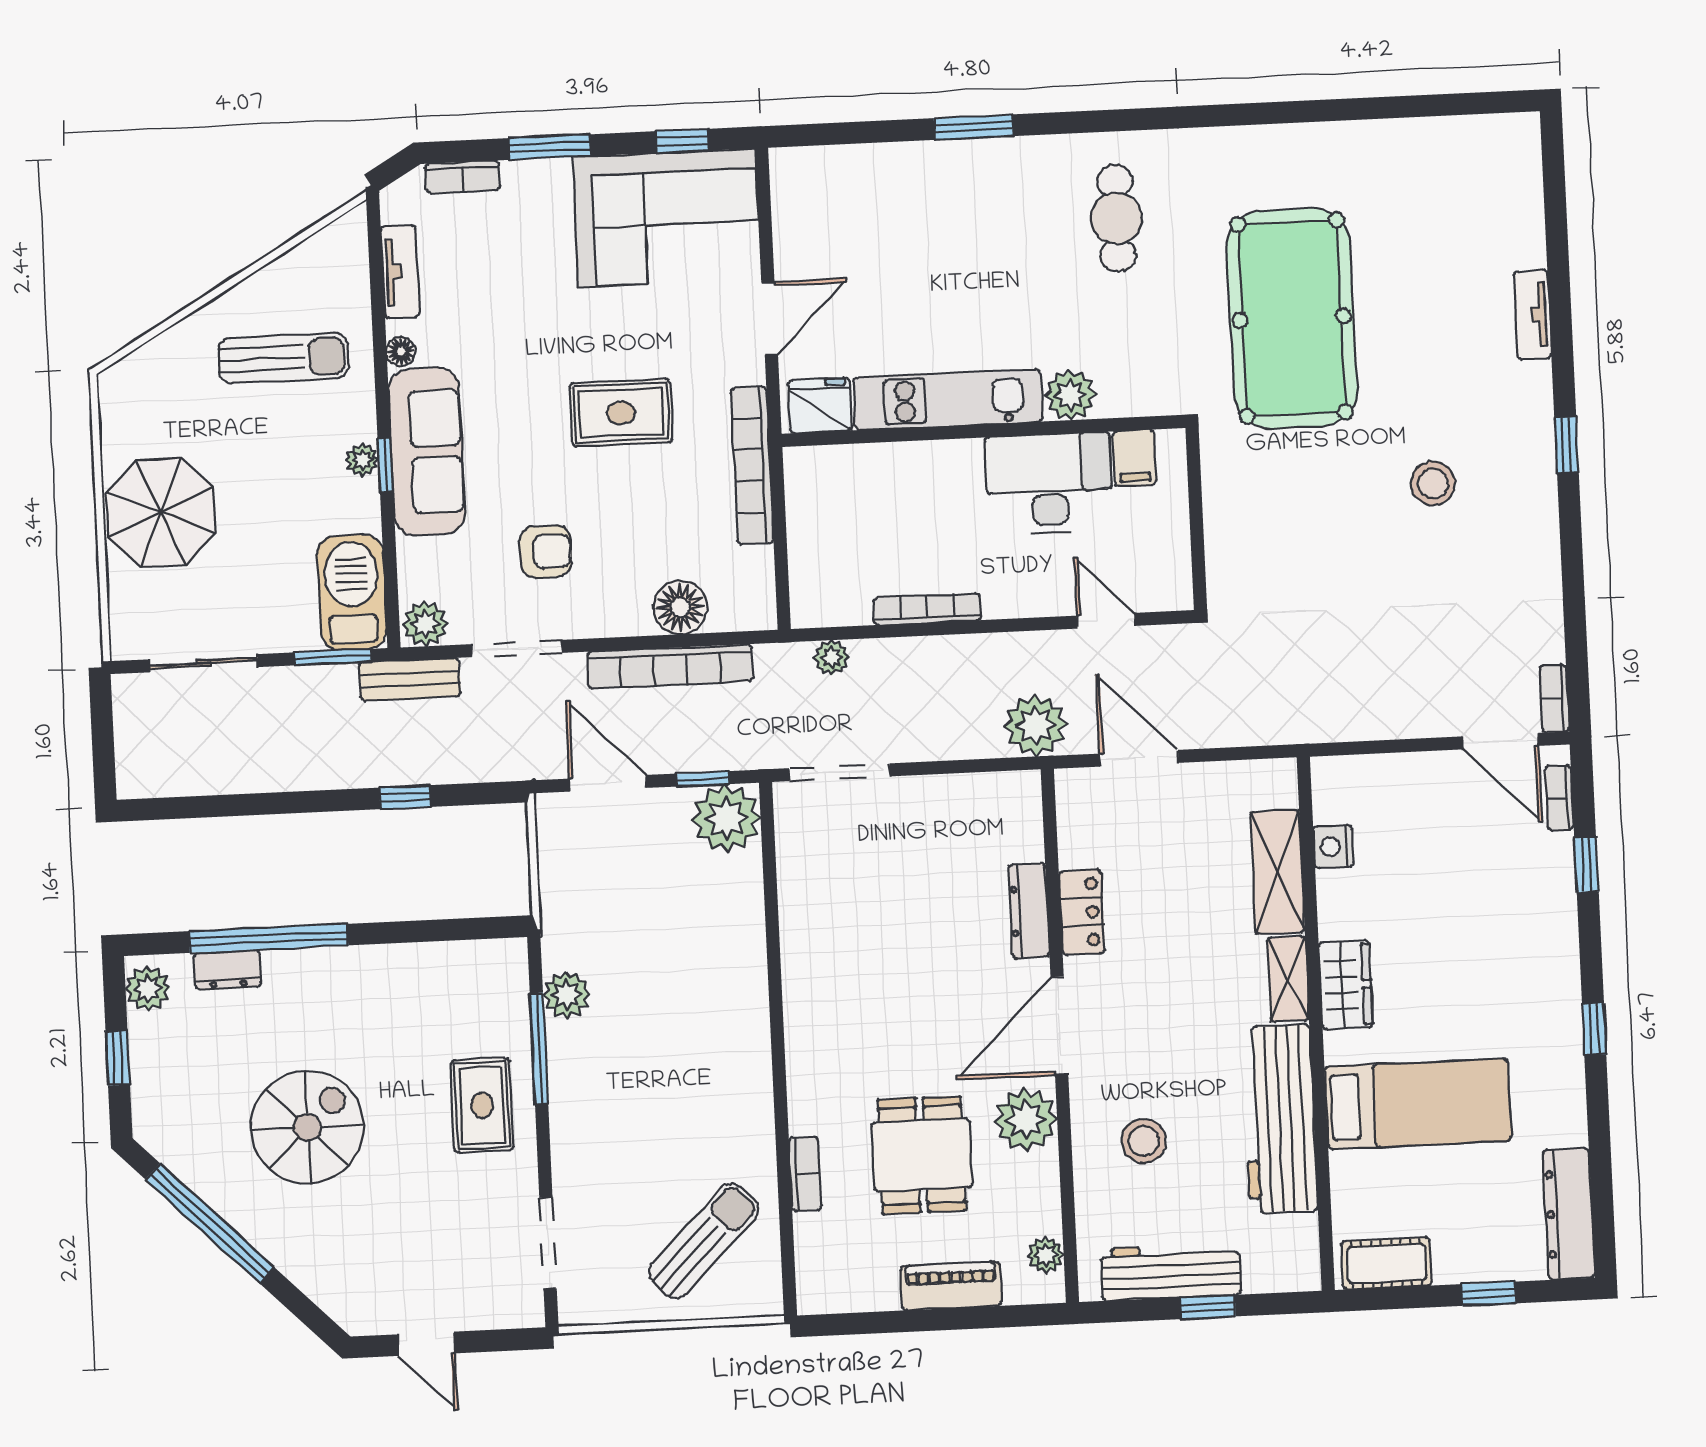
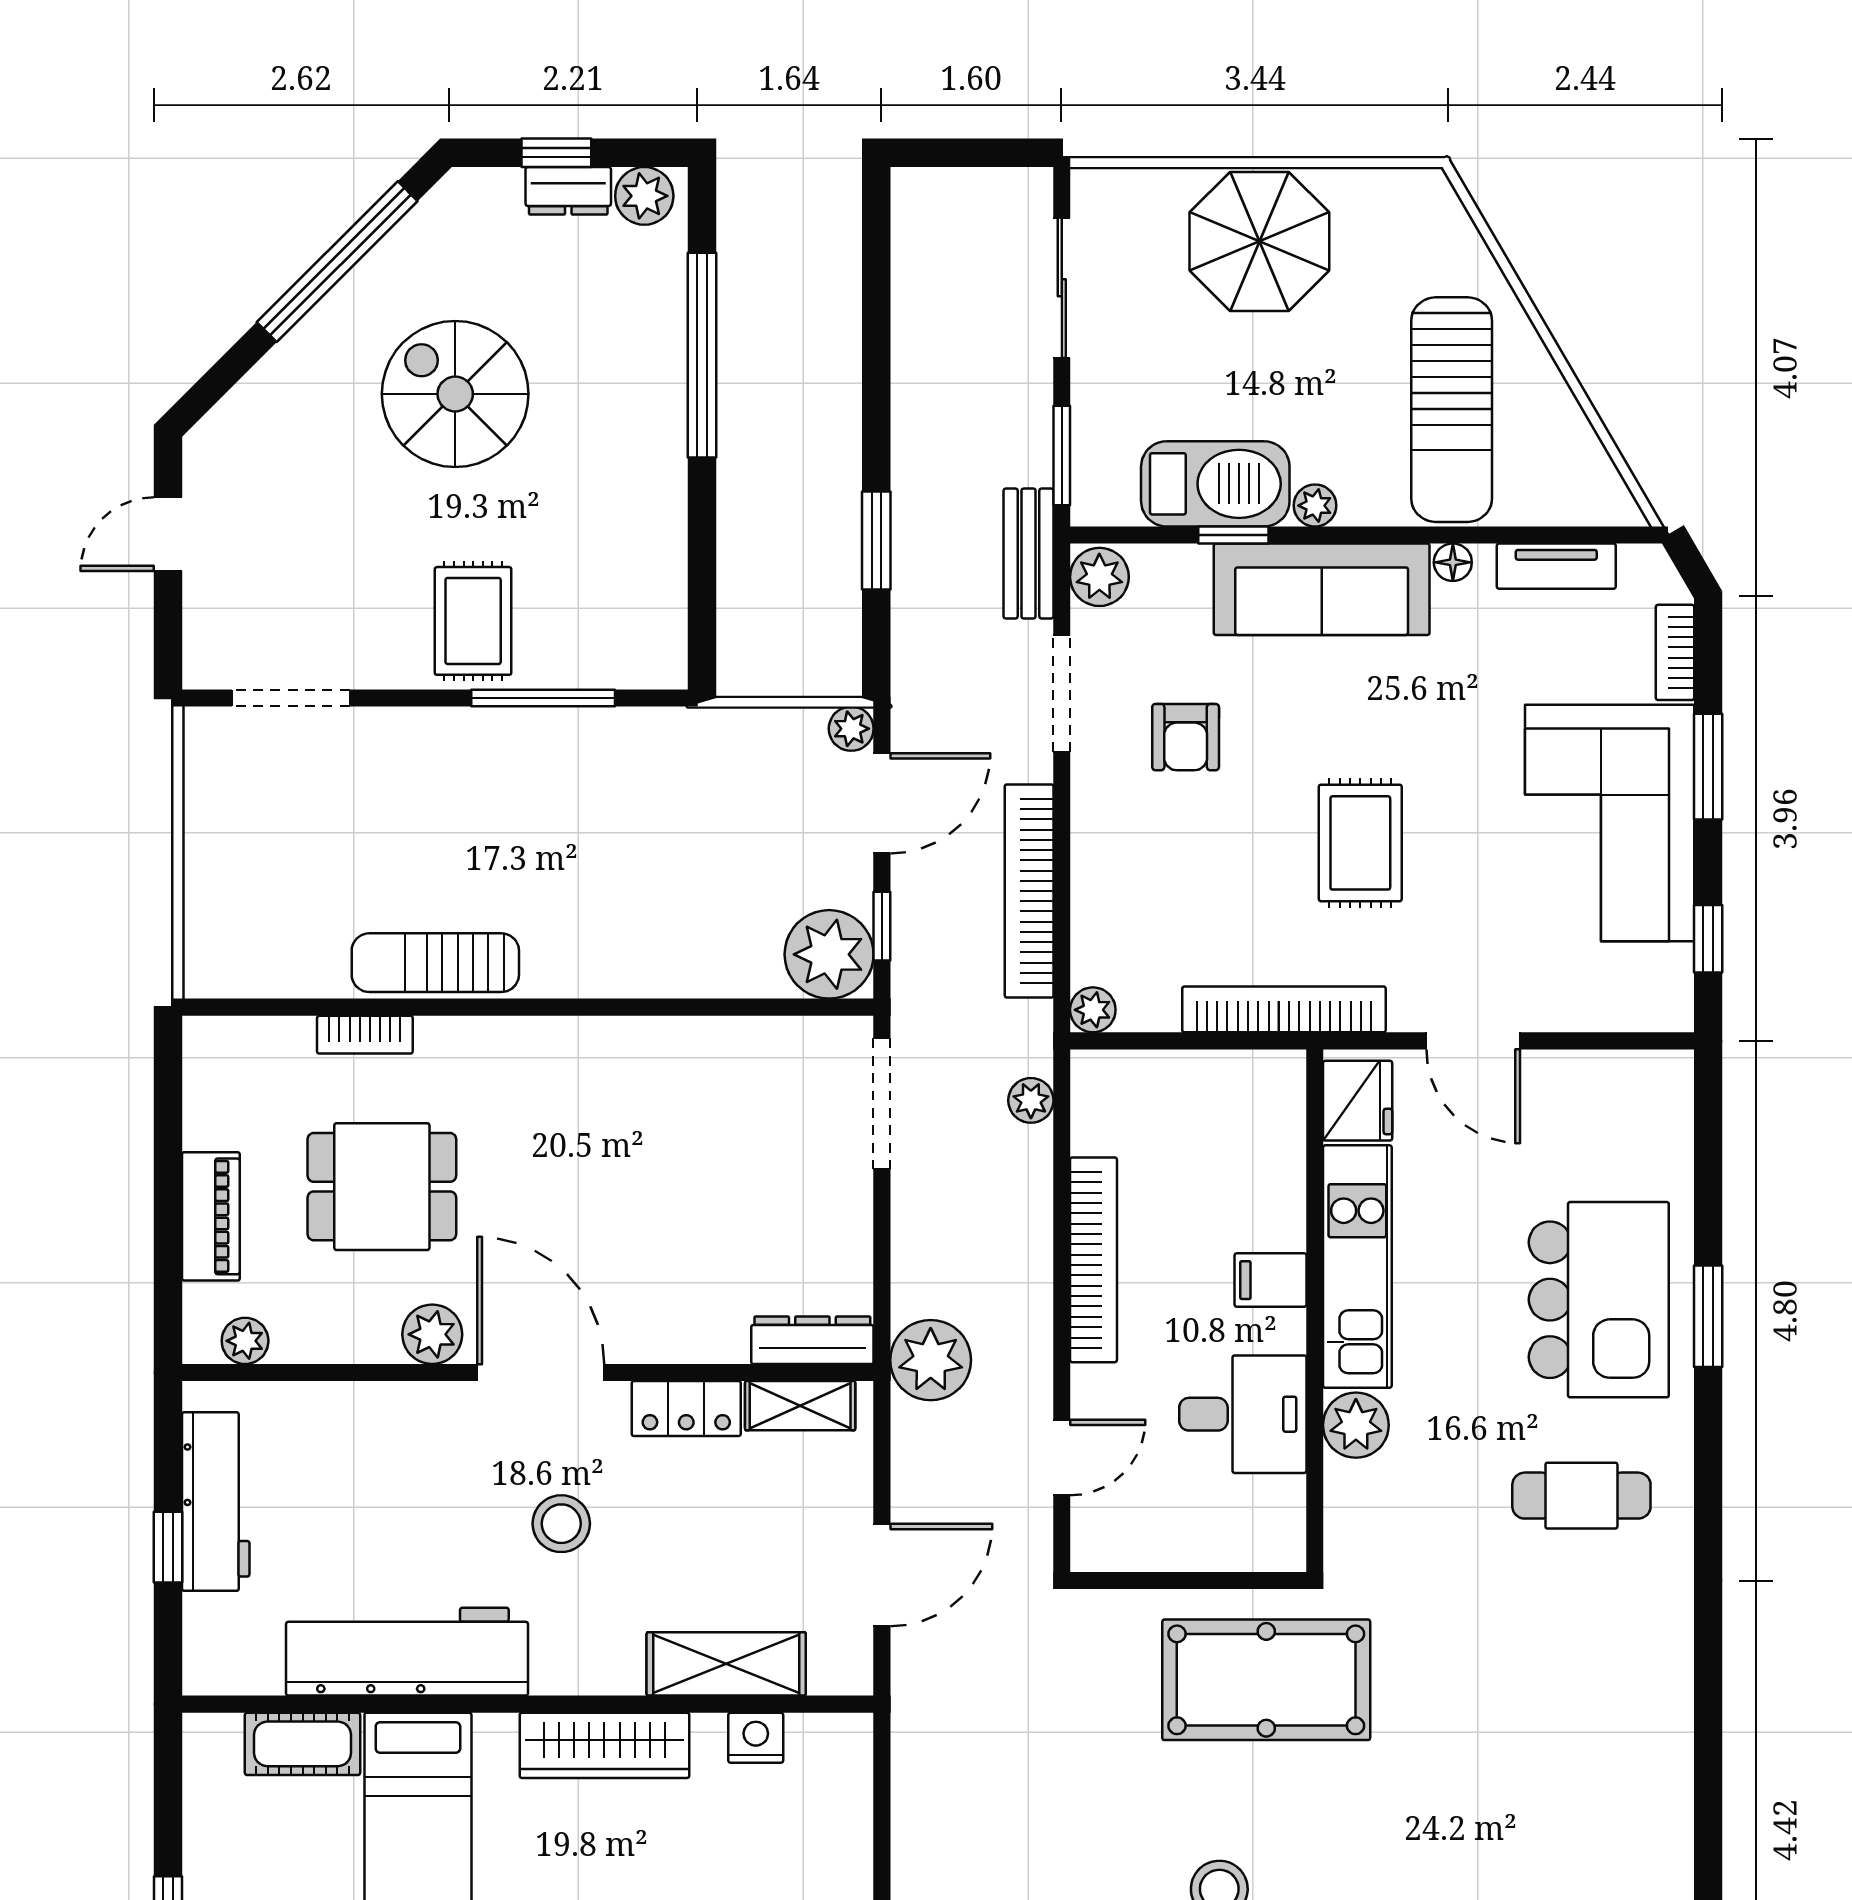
kitchen island: (965, 212) -> (1599, 1300), added
corner sofa: (667, 218) -> (1610, 823), moved
pool table: (1292, 318) -> (1266, 1680), moved, width x0.73, depth x0.76
sun lounger: (283, 358) -> (1452, 410), width x1.36, depth x1.34
filing cabinet: (1135, 458) -> (1270, 1280), moved
window: (385, 465) -> (1233, 535), moved
desk: (1049, 483) -> (1243, 1414), width x0.73
barbecue: (352, 592) -> (1215, 484), moved
floor lamp: (680, 607) -> (1105, 908), removed
bookcase: (927, 609) -> (1093, 1260), width x1.48, depth x1.31
plant: (759, 613) -> (1093, 1010), added
door: (1139, 758) -> (882, 1575), moved
window: (405, 797) -> (876, 540), width x1.50
dresser: (1029, 911) -> (812, 1340), moved
dresser: (228, 970) -> (568, 191), moved, turned -90
shelving: (1288, 979) -> (800, 1406), moved
wardrobe: (1346, 985) -> (604, 1745), width x1.50
plant: (567, 995) -> (851, 729), moved, width x0.73, depth x0.73
rug: (482, 1105) -> (473, 621), turned 90
plant: (1026, 1120) -> (432, 1334), width x0.73, depth x0.73
spiral stairs: (308, 1127) -> (455, 394), turned 180
stool: (1144, 1141) -> (561, 1524), moved
sun lounger: (704, 1241) -> (435, 963), moved, turned 135
cot: (1386, 1263) -> (303, 1744), moved, turned 90

